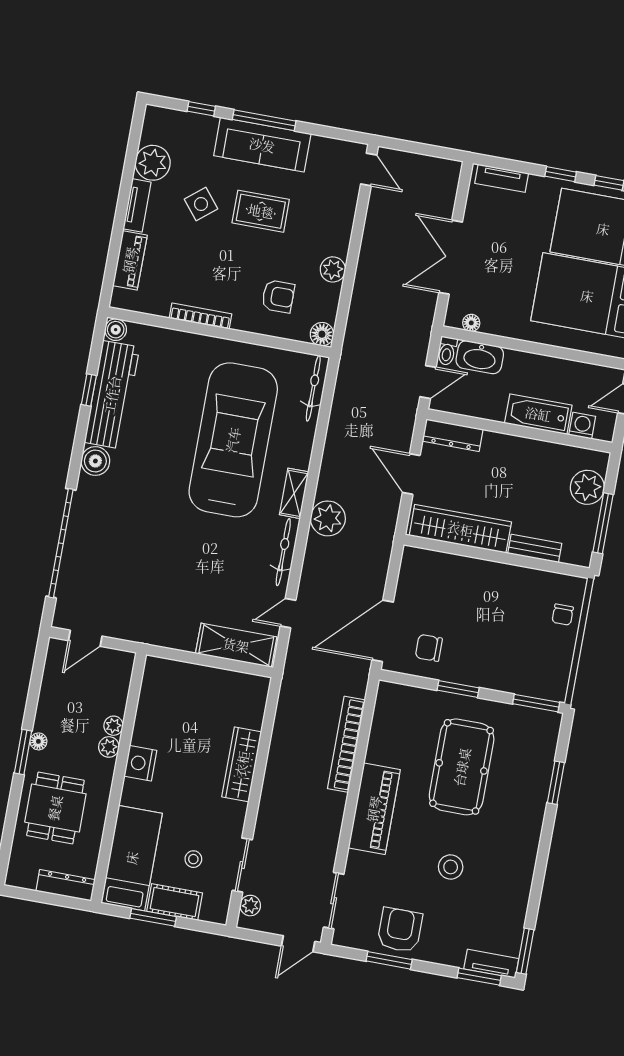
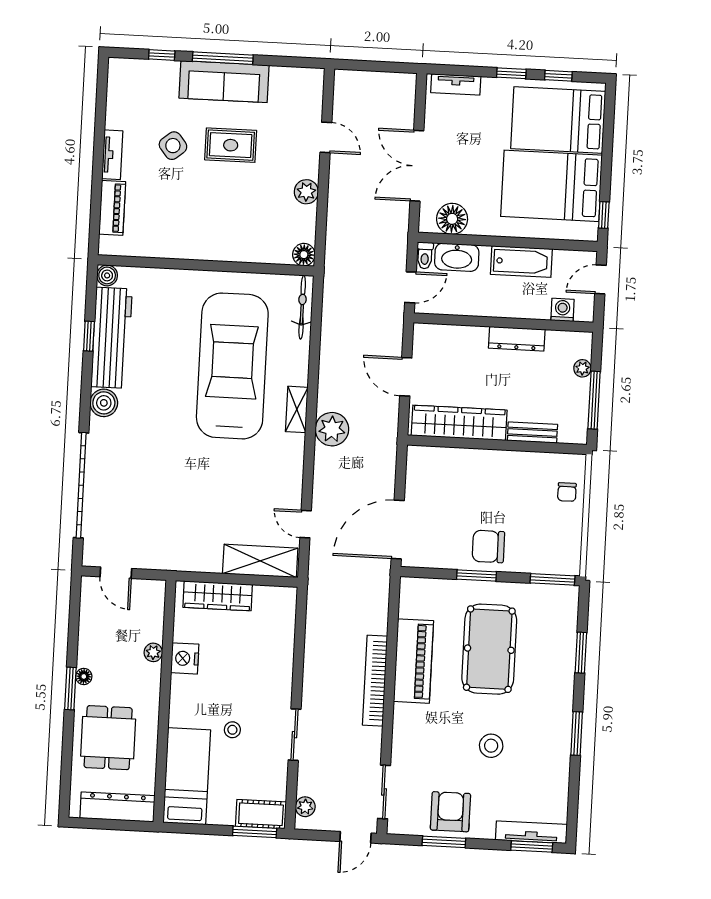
plant: (153, 163) -> (122, 112), removed
door: (369, 169) -> (326, 137), moved
armchair: (278, 296) -> (258, 224), removed
bookcase: (200, 316) -> (186, 252), removed
floor lamp: (471, 323) -> (452, 219), width x1.89, depth x1.89
bathtub: (538, 414) -> (521, 262), moved, turned 180
dresser: (453, 435) -> (517, 339), moved
plant: (587, 487) -> (582, 368), width x0.53, depth x0.53
bicycle: (283, 552) -> (294, 467), removed
door: (288, 613) -> (306, 524), hinge flipped
door: (85, 638) -> (116, 573), hinge flipped
chair: (429, 648) -> (488, 546), moved, width x1.37, depth x1.37
bookcase: (346, 744) -> (375, 681), moved
plant: (109, 747) -> (152, 673), removed
nightstand: (140, 763) -> (185, 658), moved
wardrobe: (242, 764) -> (218, 596), moved, turned -90
piano: (374, 809) -> (413, 661), moved
stool: (193, 859) -> (232, 730), moved
sliding door: (242, 865) -> (295, 735), moved
dresser: (66, 885) -> (117, 807), width x1.37, depth x1.24
cot: (175, 902) -> (261, 814), moved
window: (153, 917) -> (255, 832), moved
window: (525, 951) -> (577, 733), moved
tv unit: (491, 964) -> (531, 832), width x1.41

